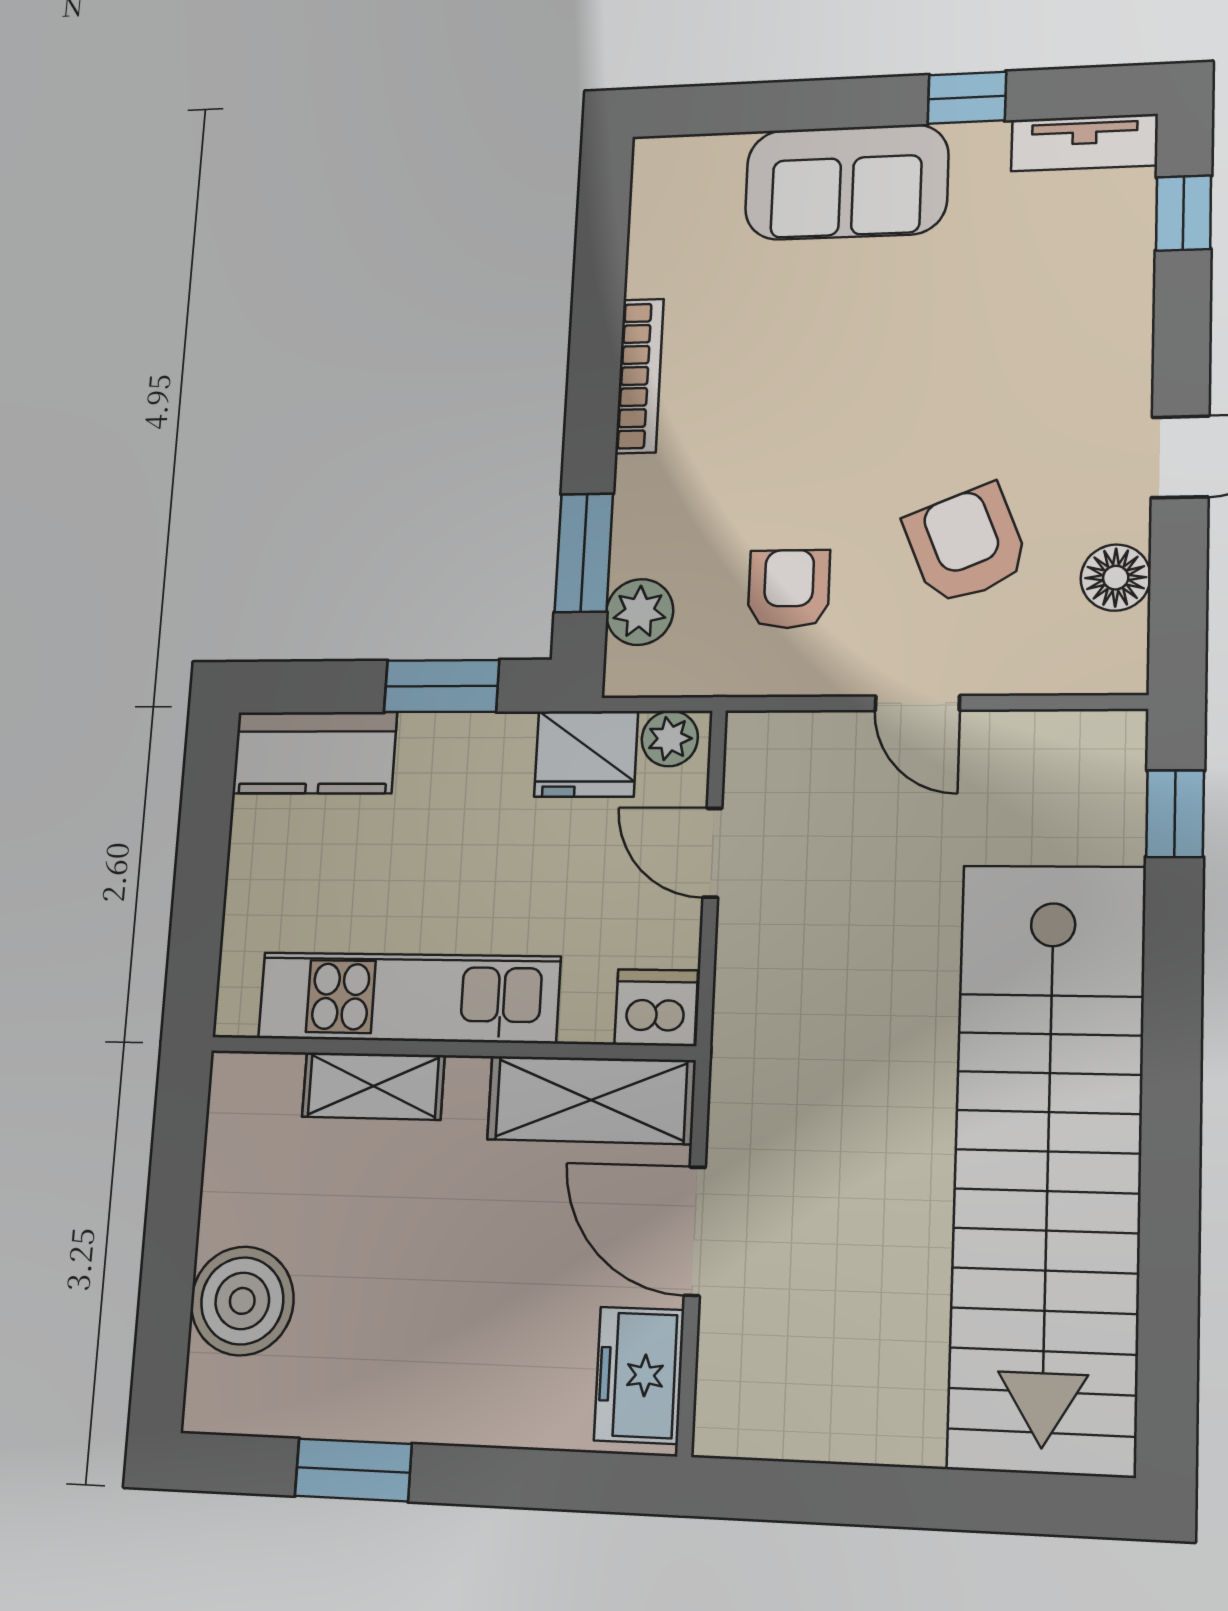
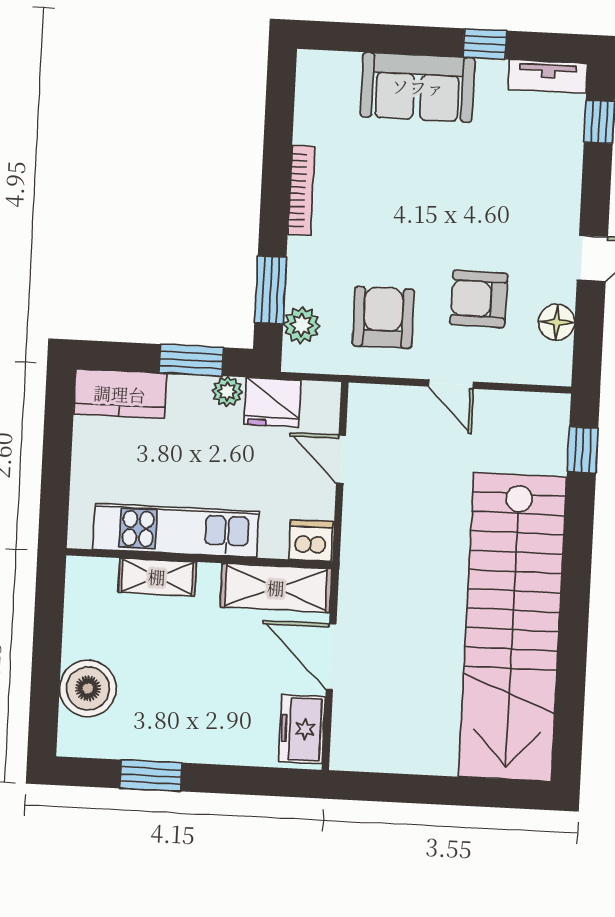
armchair: (966, 544) -> (479, 299), turned -67
armchair: (789, 589) -> (383, 317), width x1.38, depth x1.38
plant: (670, 739) -> (227, 392), moved

